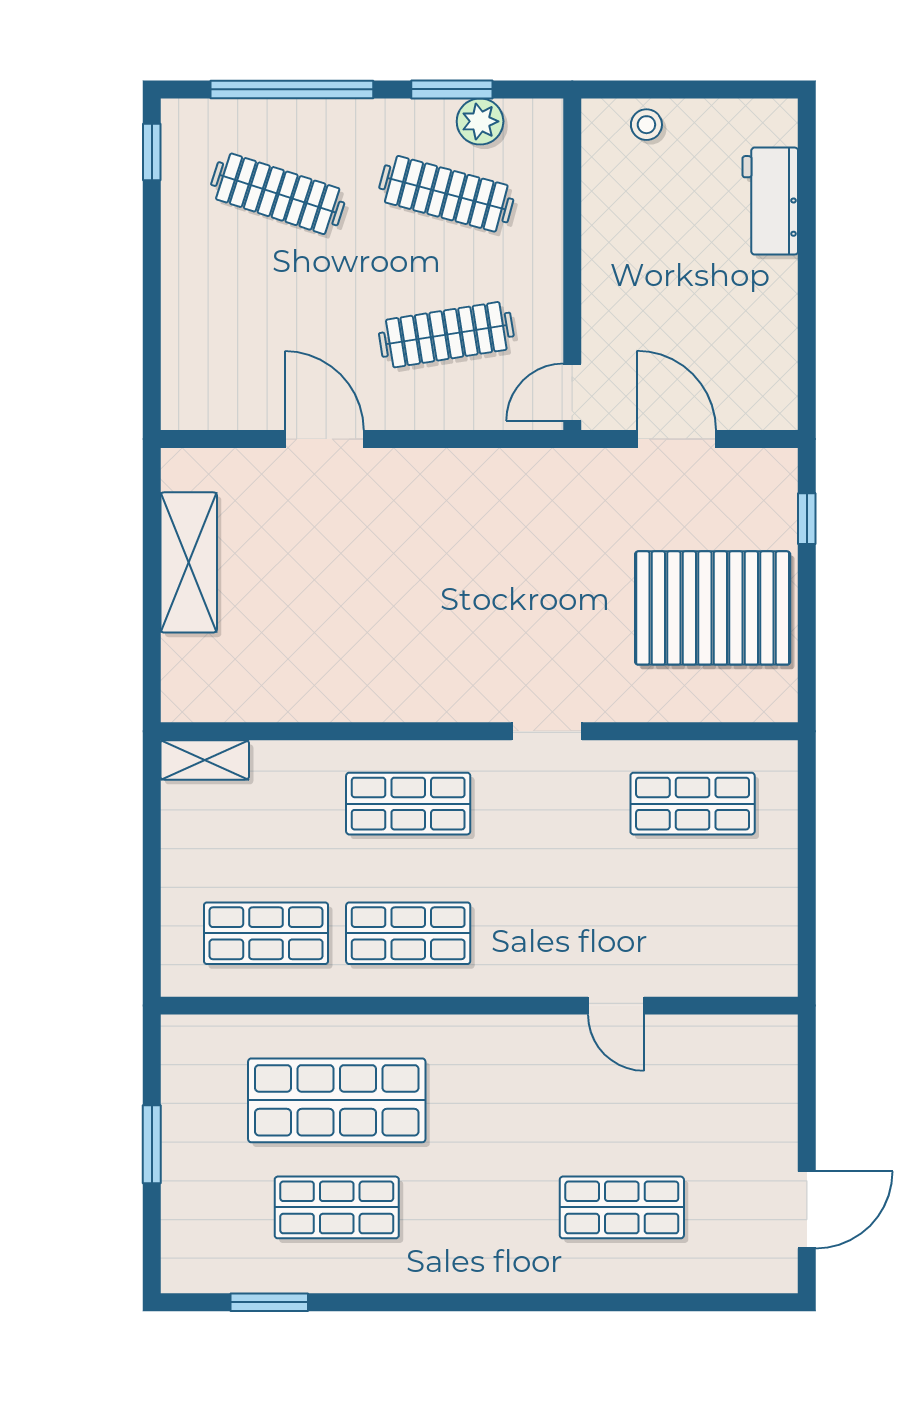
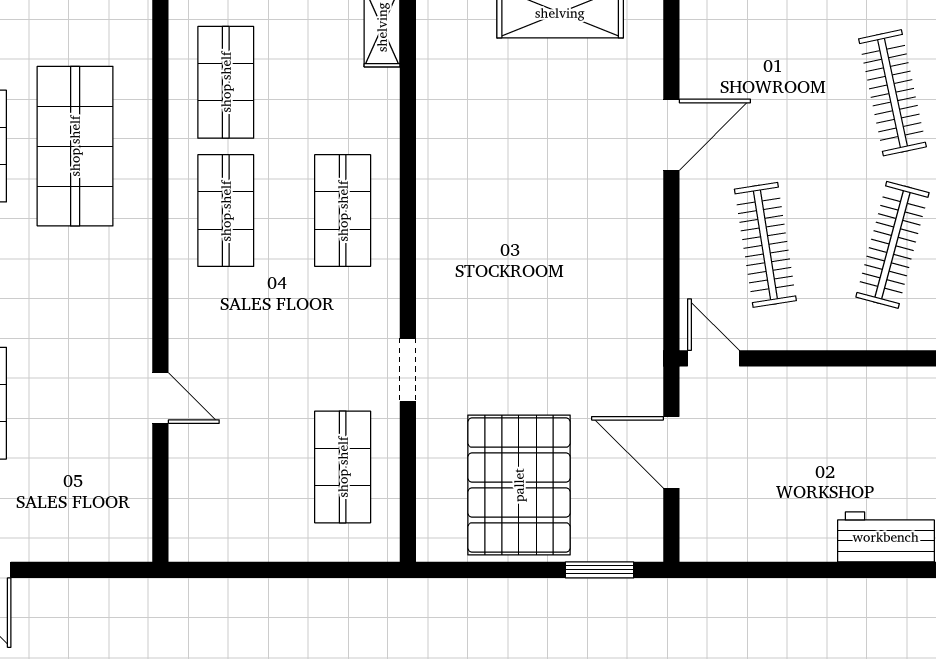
clothes rail: (278, 194) -> (892, 93), turned -30
door: (676, 439) -> (671, 452), swing flipped
window: (807, 519) -> (600, 570), width x1.50
doorway: (547, 731) -> (408, 370), moved
door: (616, 1006) -> (160, 398), swing flipped

